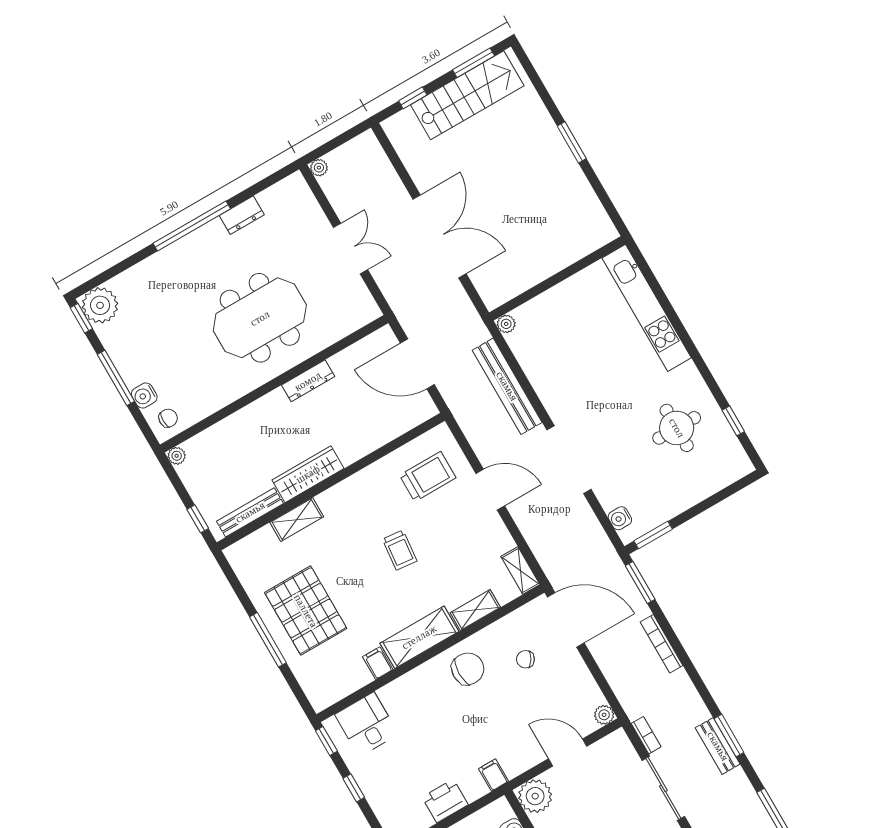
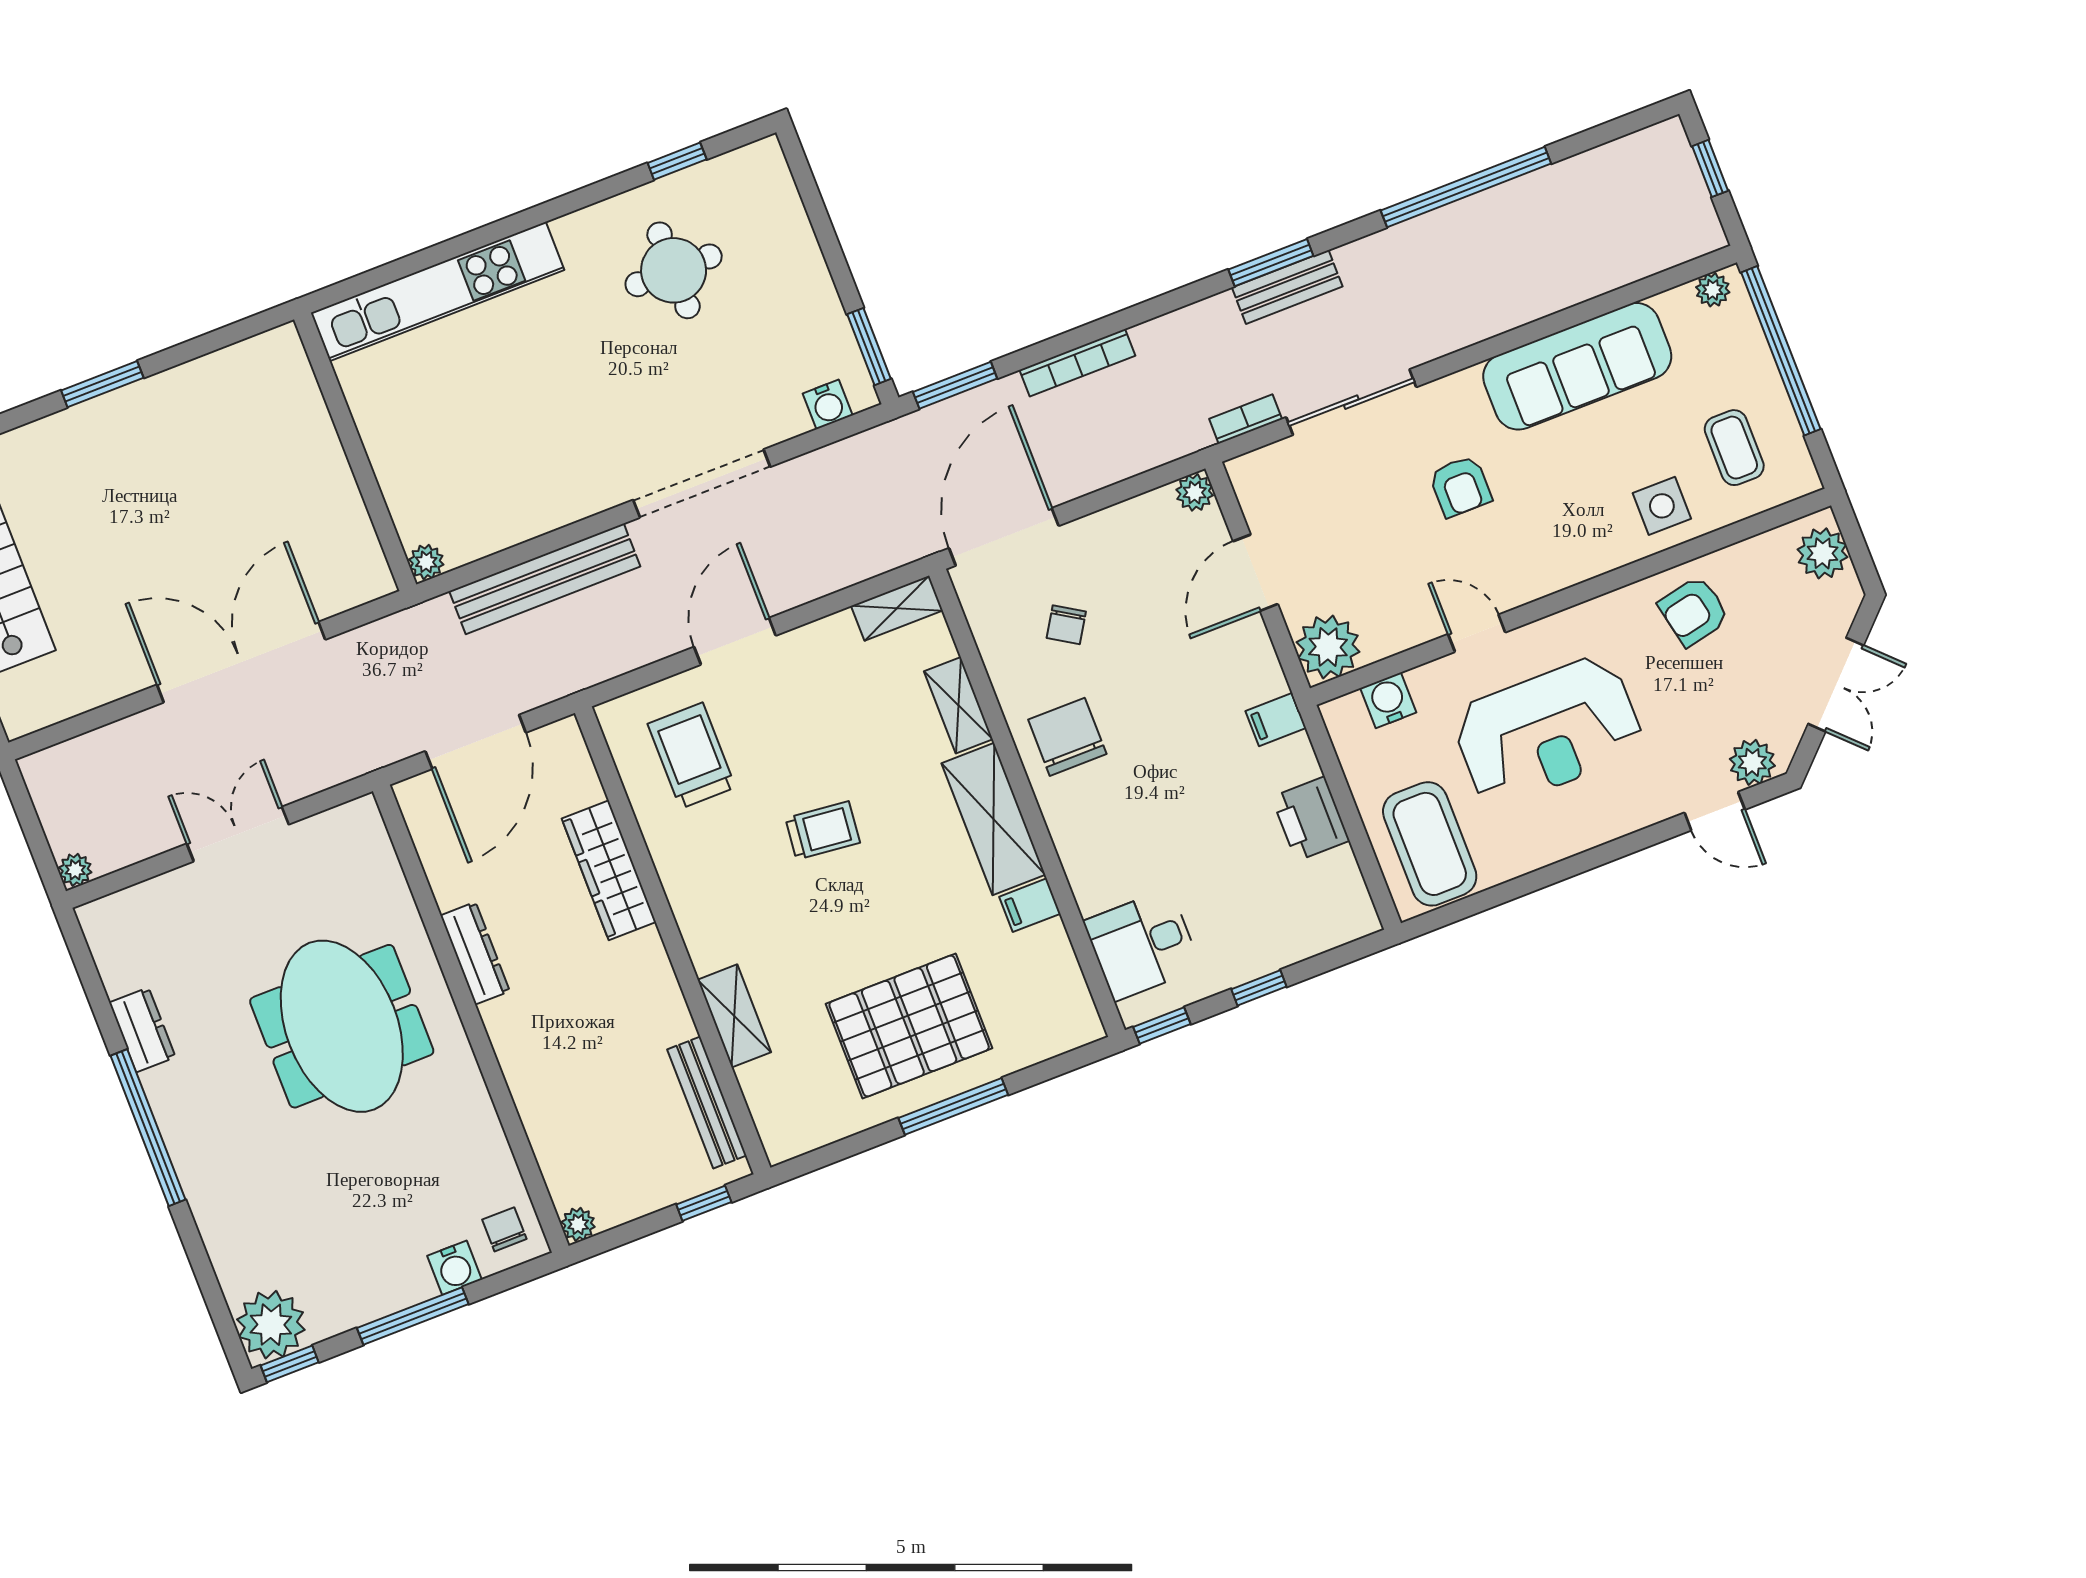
wardrobe: (308, 474) -> (609, 870), moved

